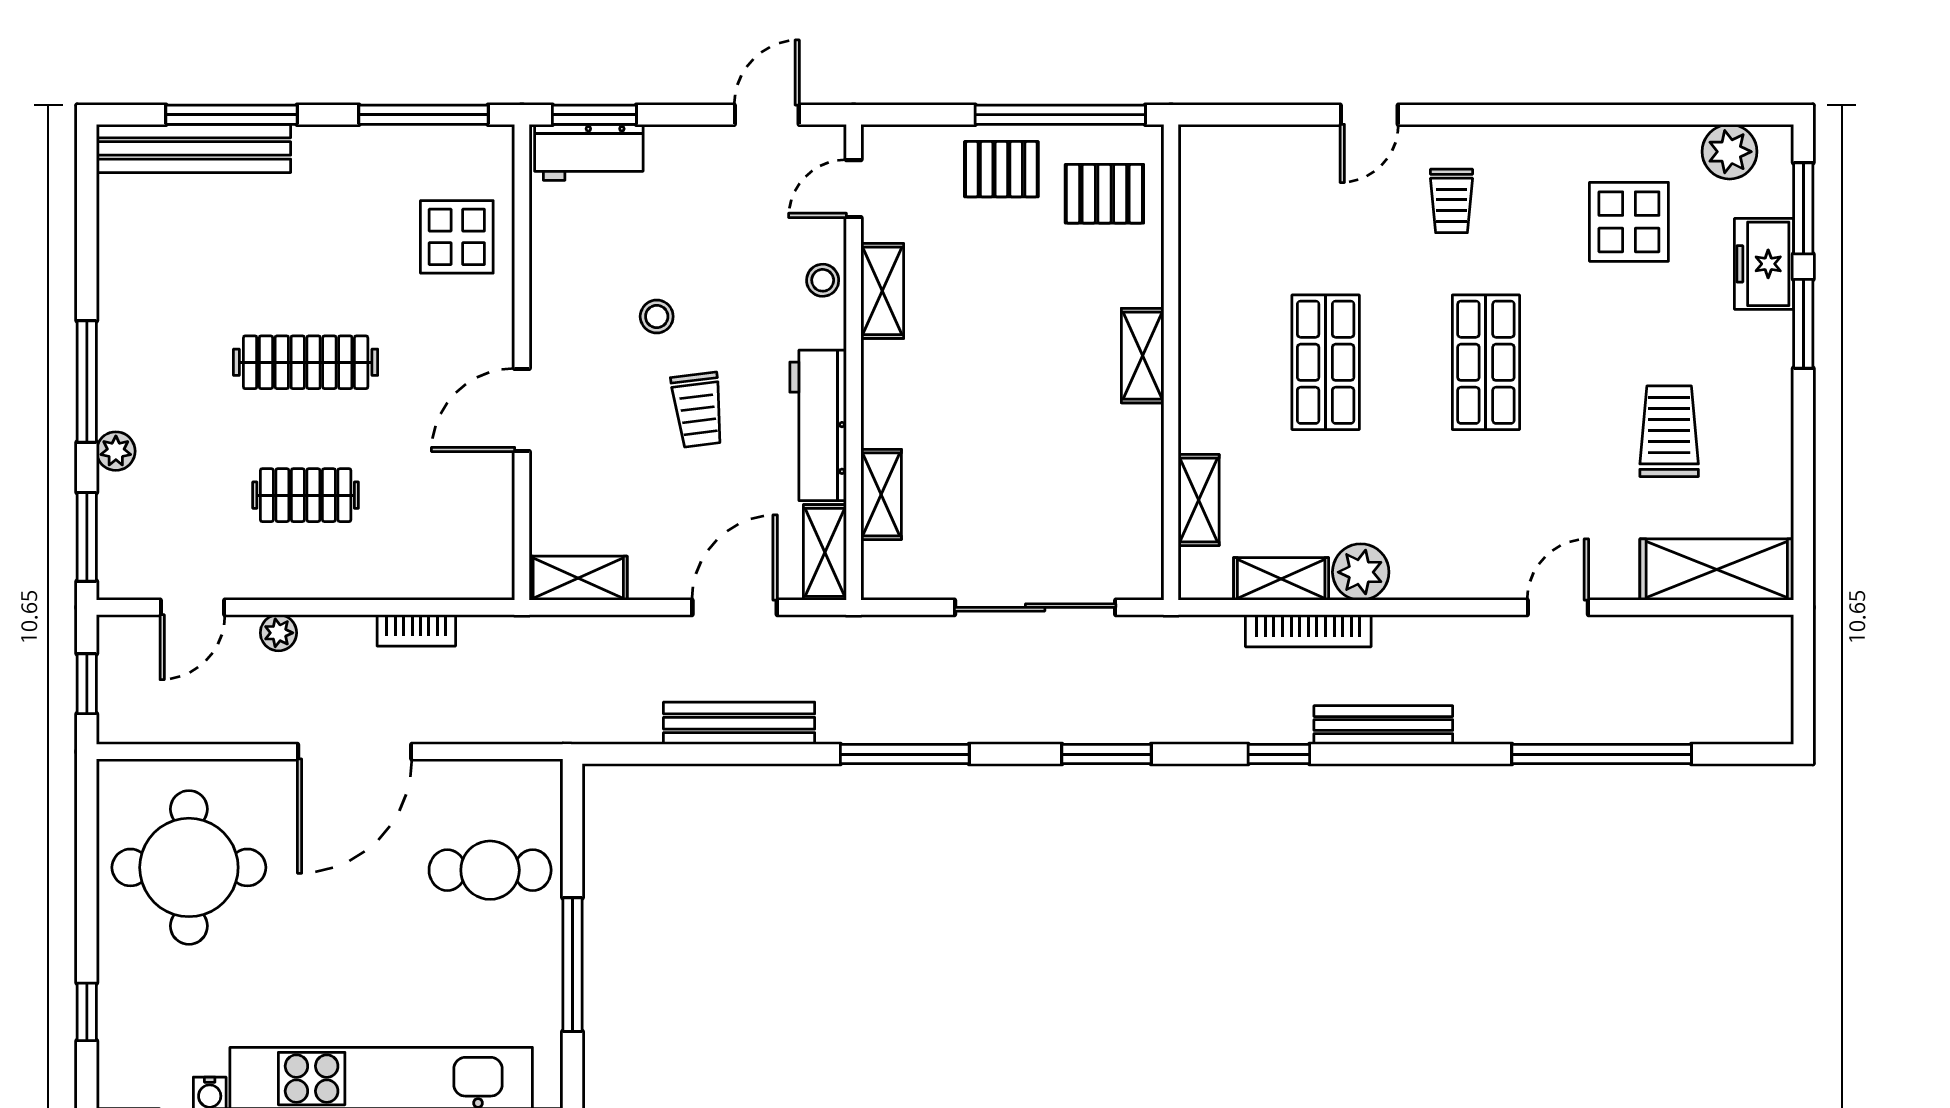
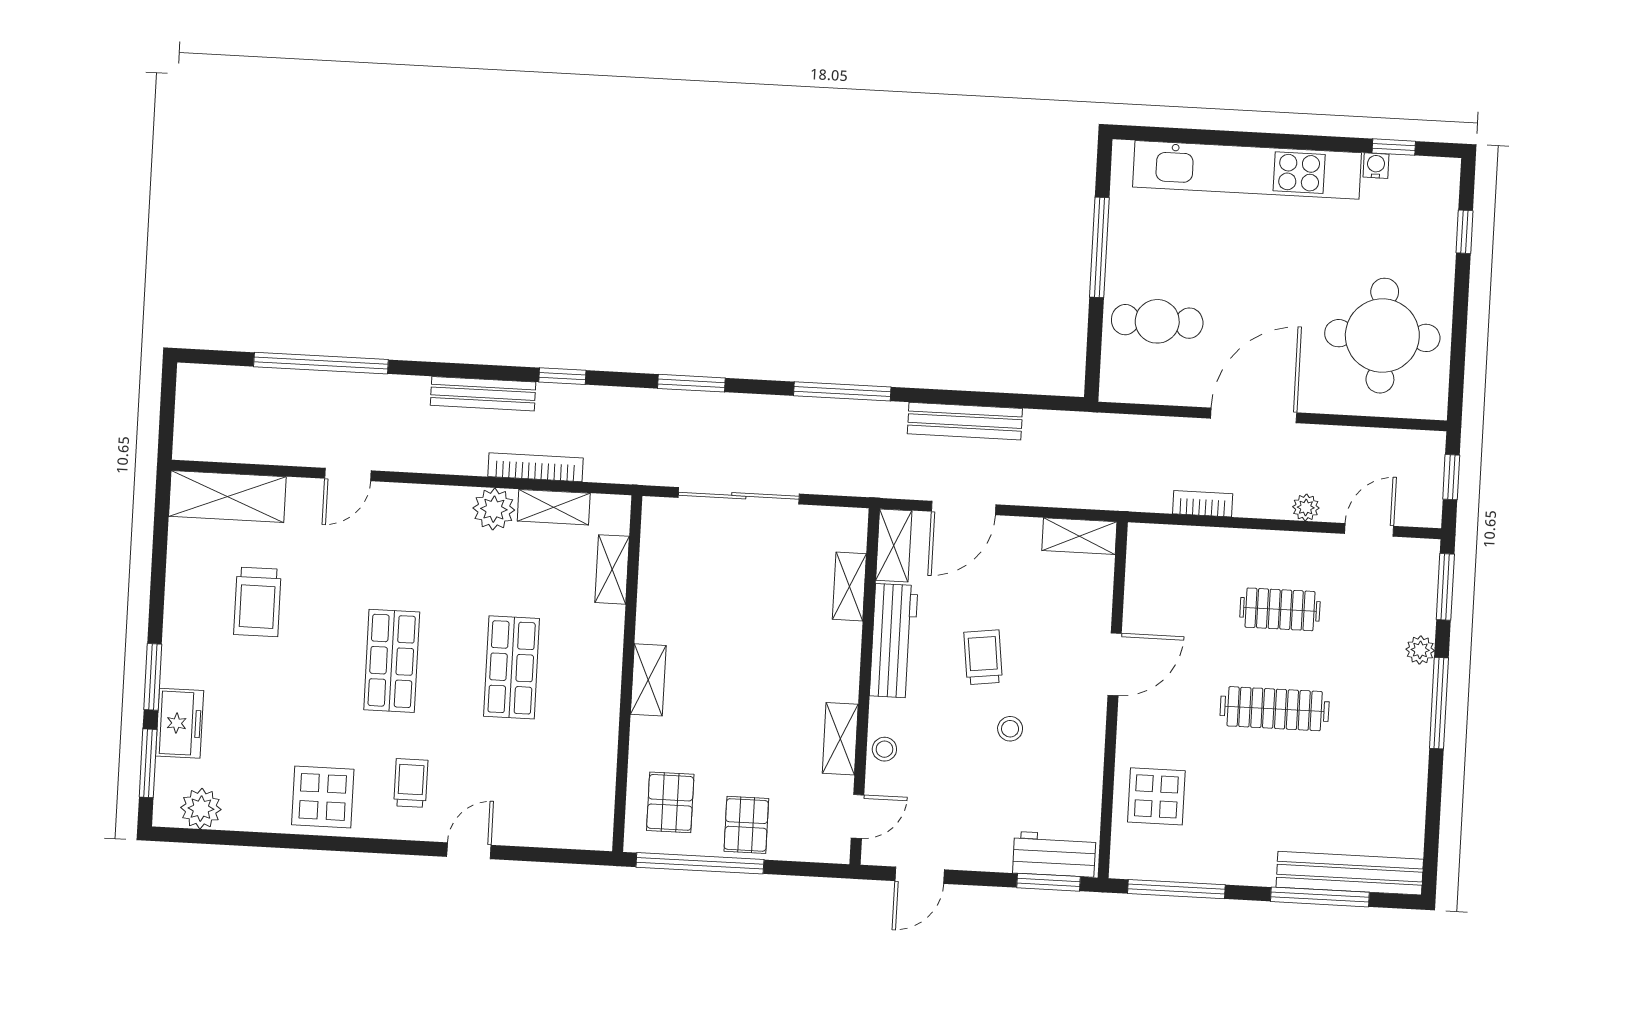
pallet: (1001, 169) -> (746, 825), turned 90
pallet: (1104, 194) -> (670, 802), turned 90
display table: (1629, 222) -> (323, 797), moved

